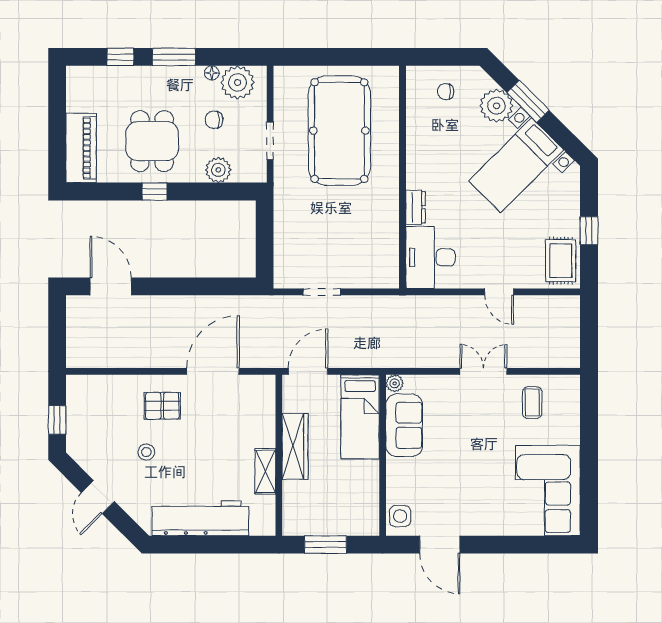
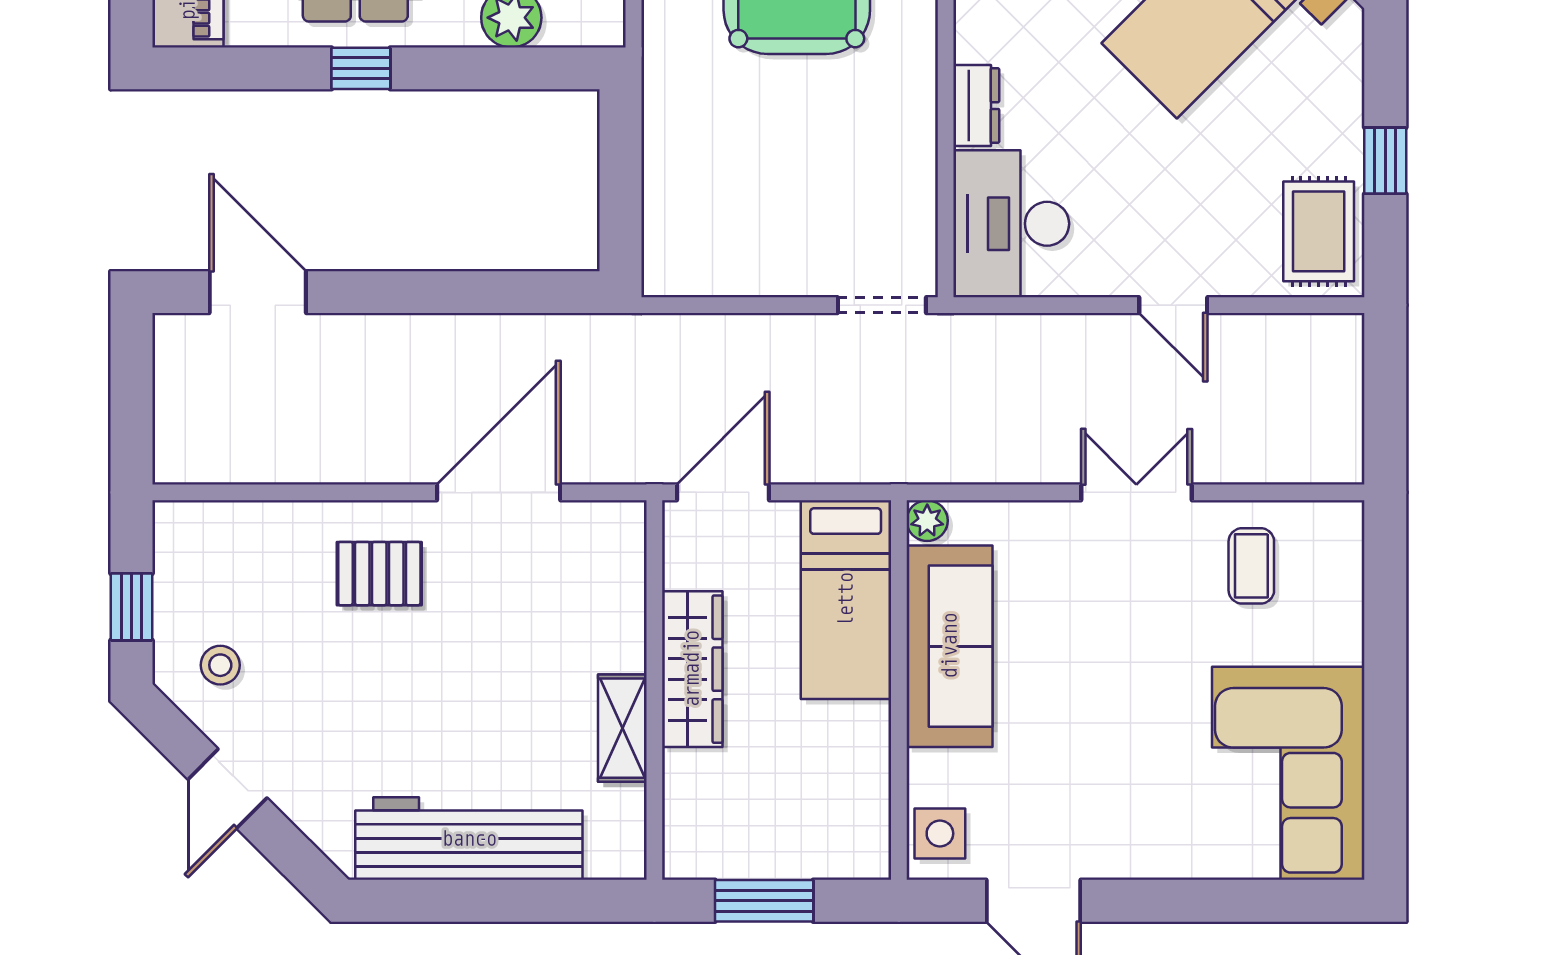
doorway: (322, 292) -> (882, 305), moved
sofa: (404, 425) -> (950, 646), width x1.36
stool: (146, 452) -> (220, 665), moved

